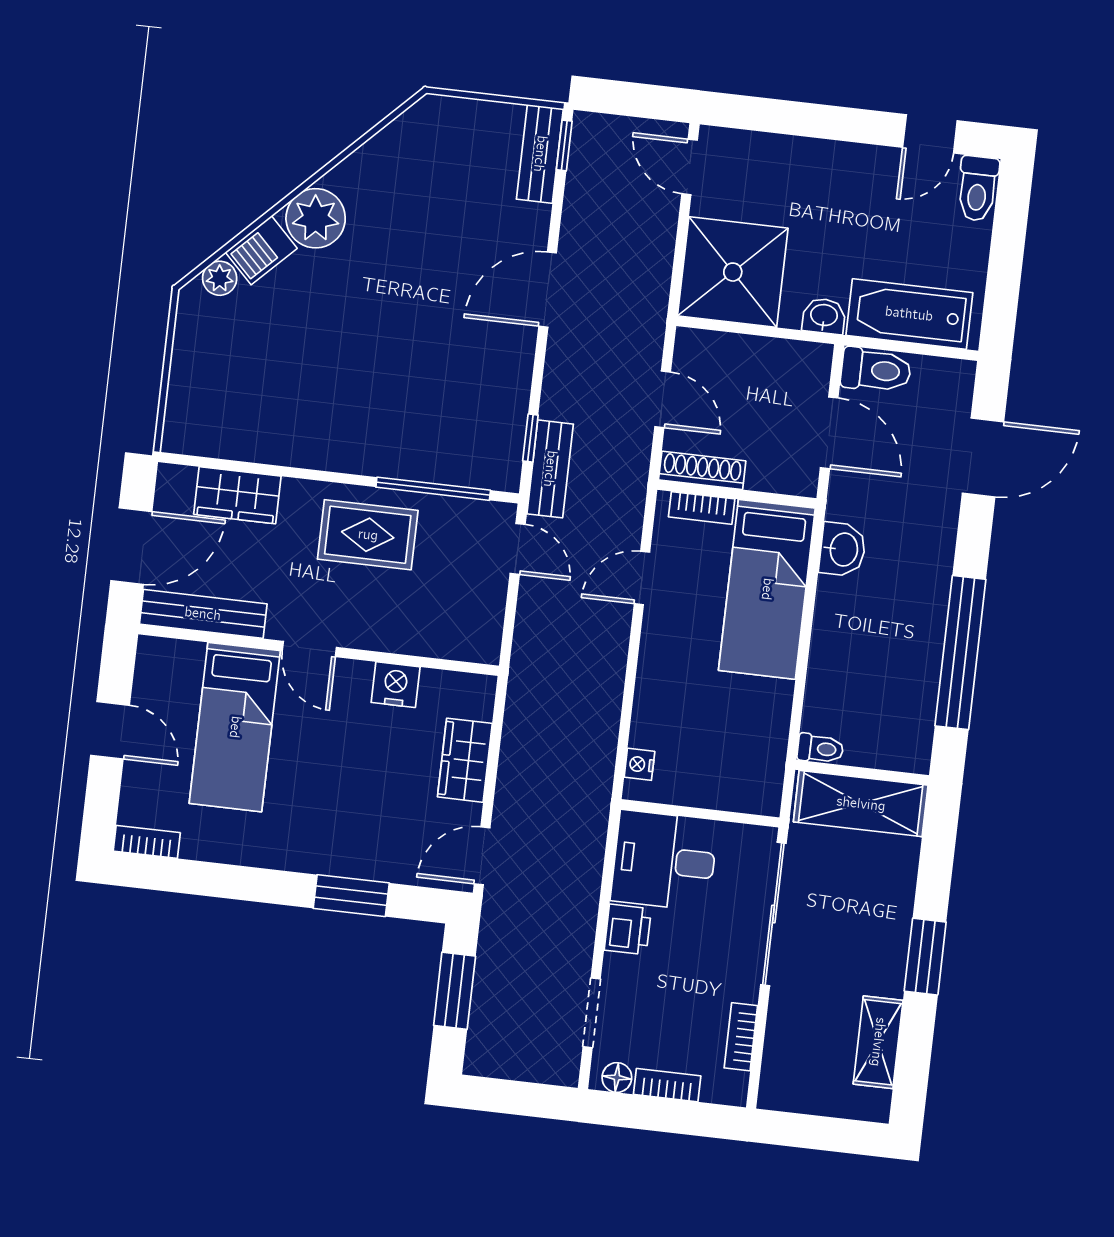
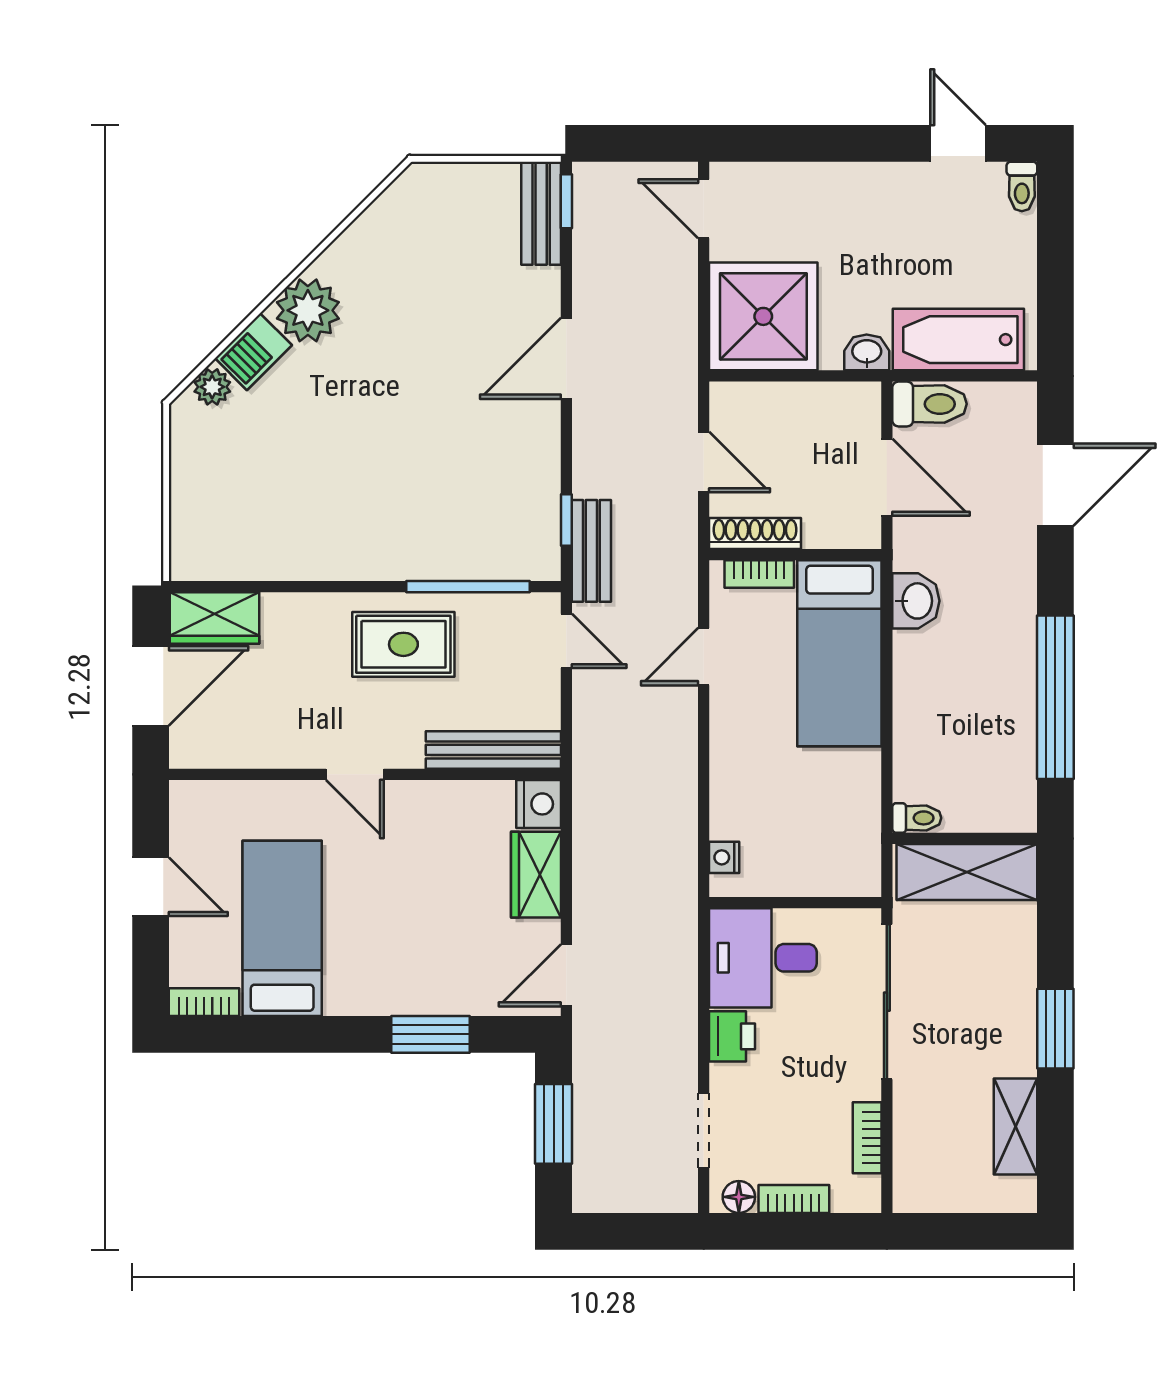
door: (930, 134) -> (958, 143), swing flipped
toilet: (978, 188) -> (1022, 186), width x0.73, depth x0.72
wardrobe: (237, 495) -> (215, 618), moved
bench: (203, 614) -> (493, 750), moved
nightstand: (396, 685) -> (539, 804), moved, turned 90
bed: (235, 727) -> (282, 928), moved, turned 180

